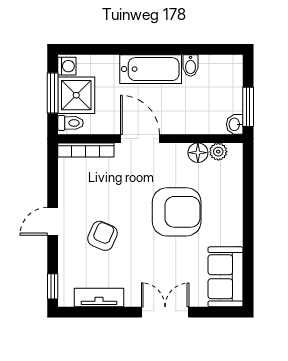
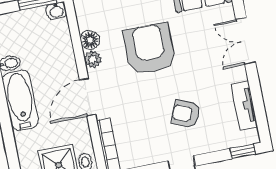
plant: (218, 152) -> (93, 59), moved

